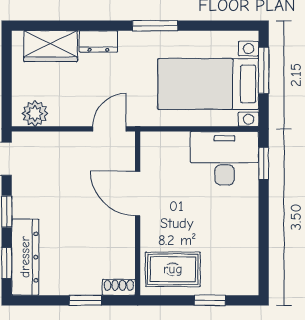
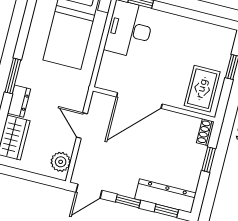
window: (155, 26) -> (13, 76), moved
door: (109, 129) -> (82, 125), moved
door: (138, 194) -> (139, 100), width x1.36

